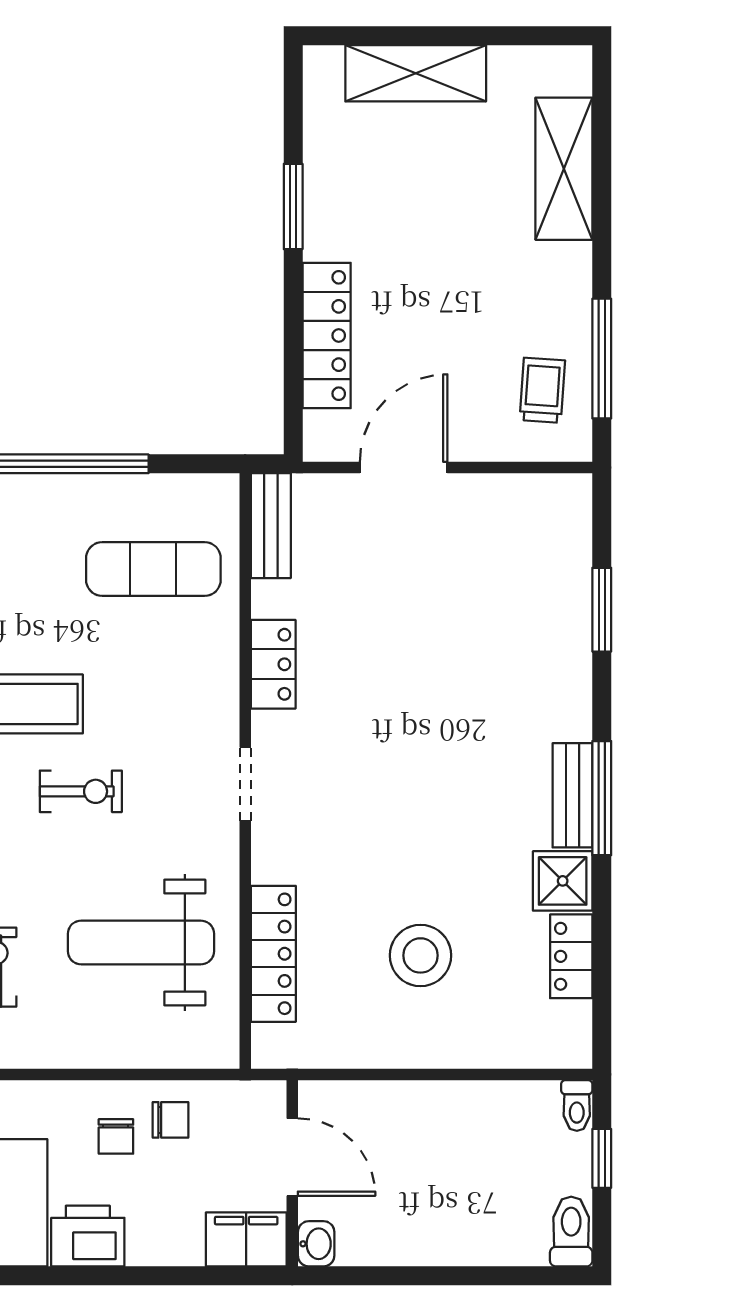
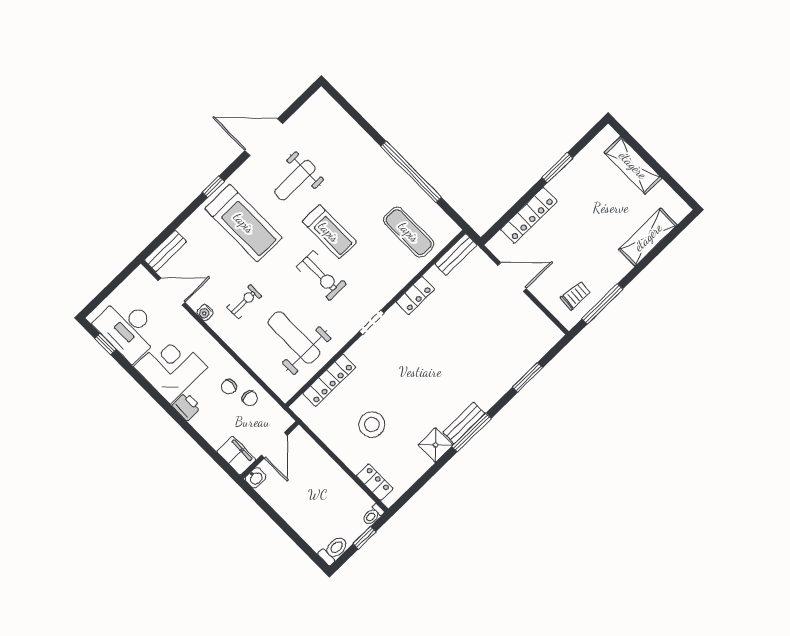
exercise bike: (81, 791) -> (321, 276), width x1.38, depth x1.39
locker: (571, 956) -> (375, 482), moved, turned 90
printer: (88, 1236) -> (186, 406), width x0.73, depth x0.81

